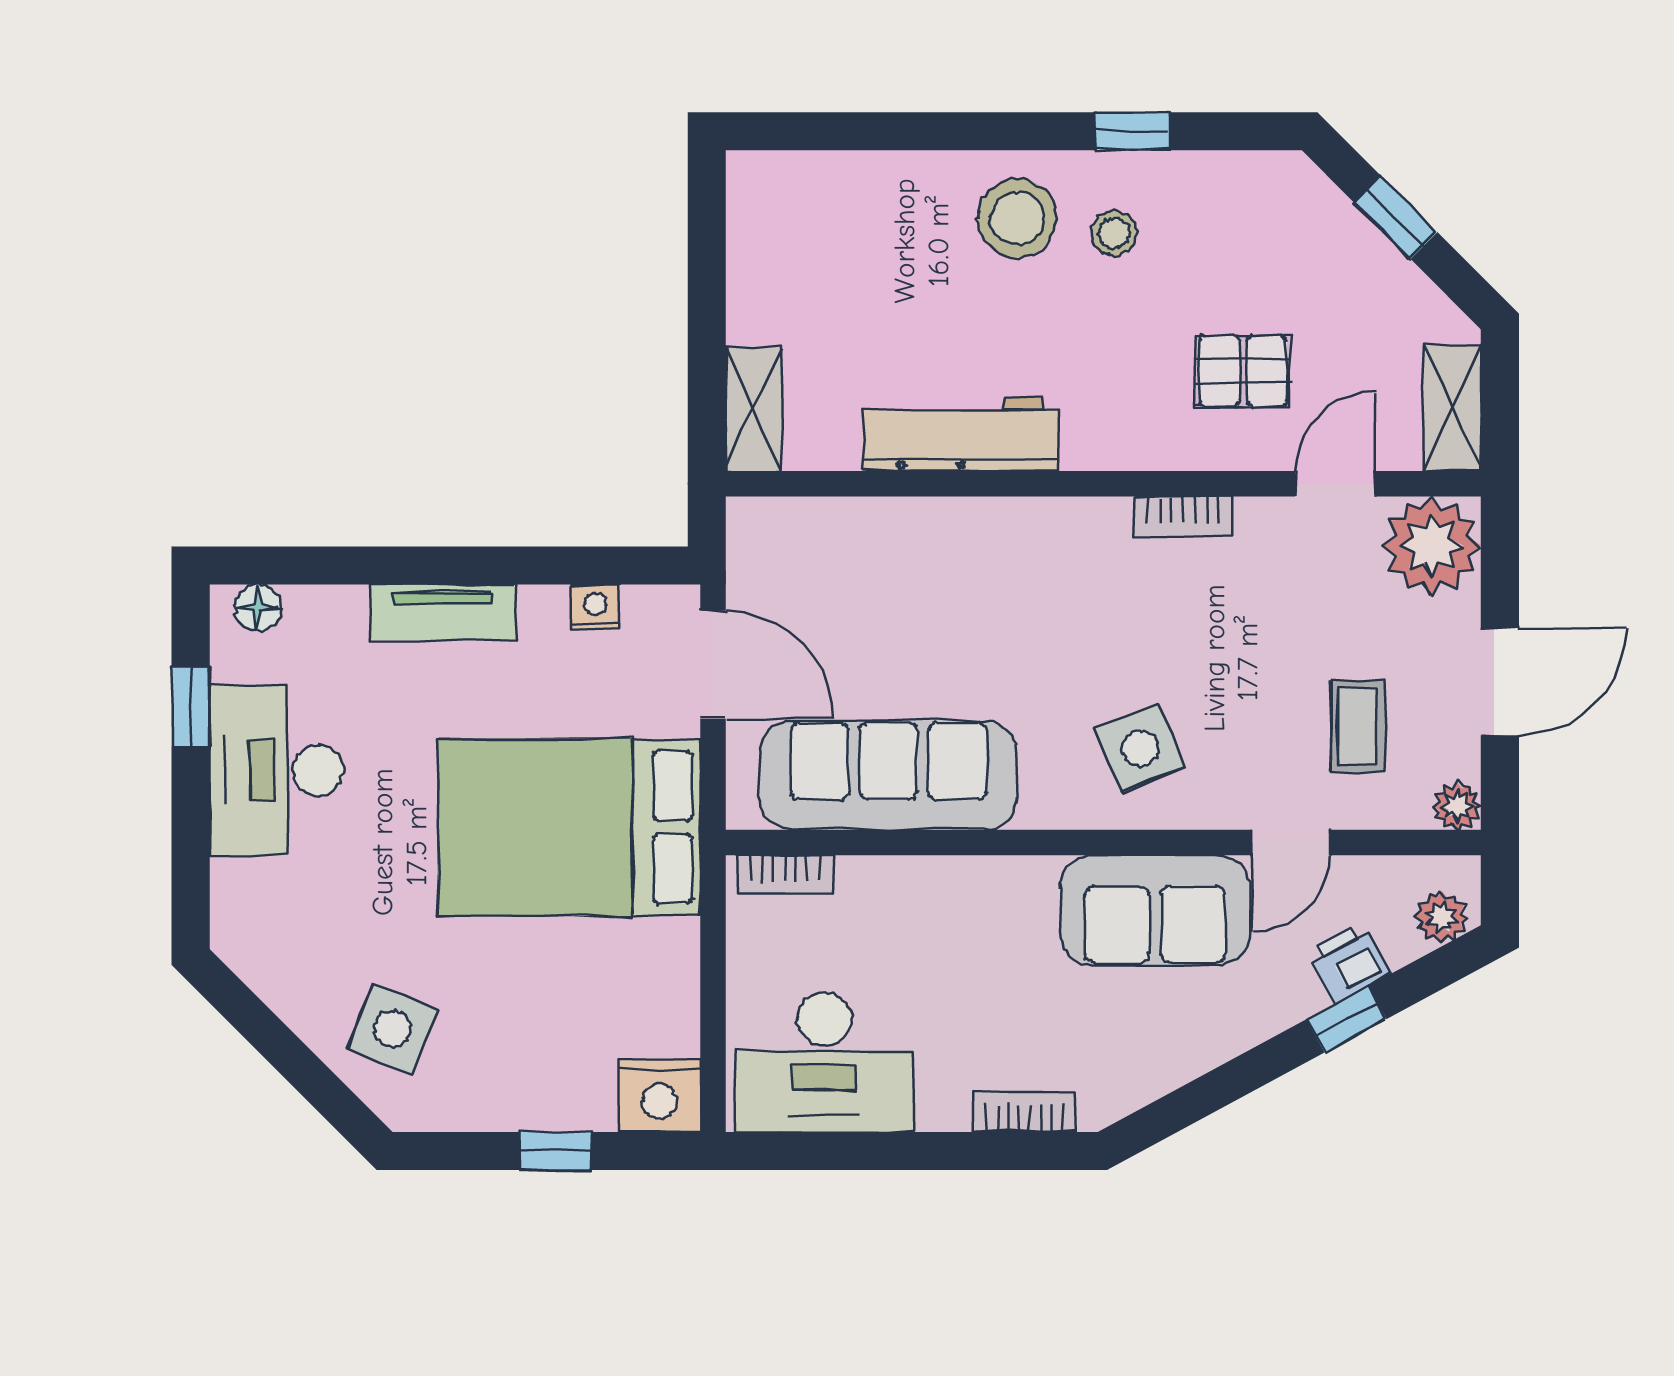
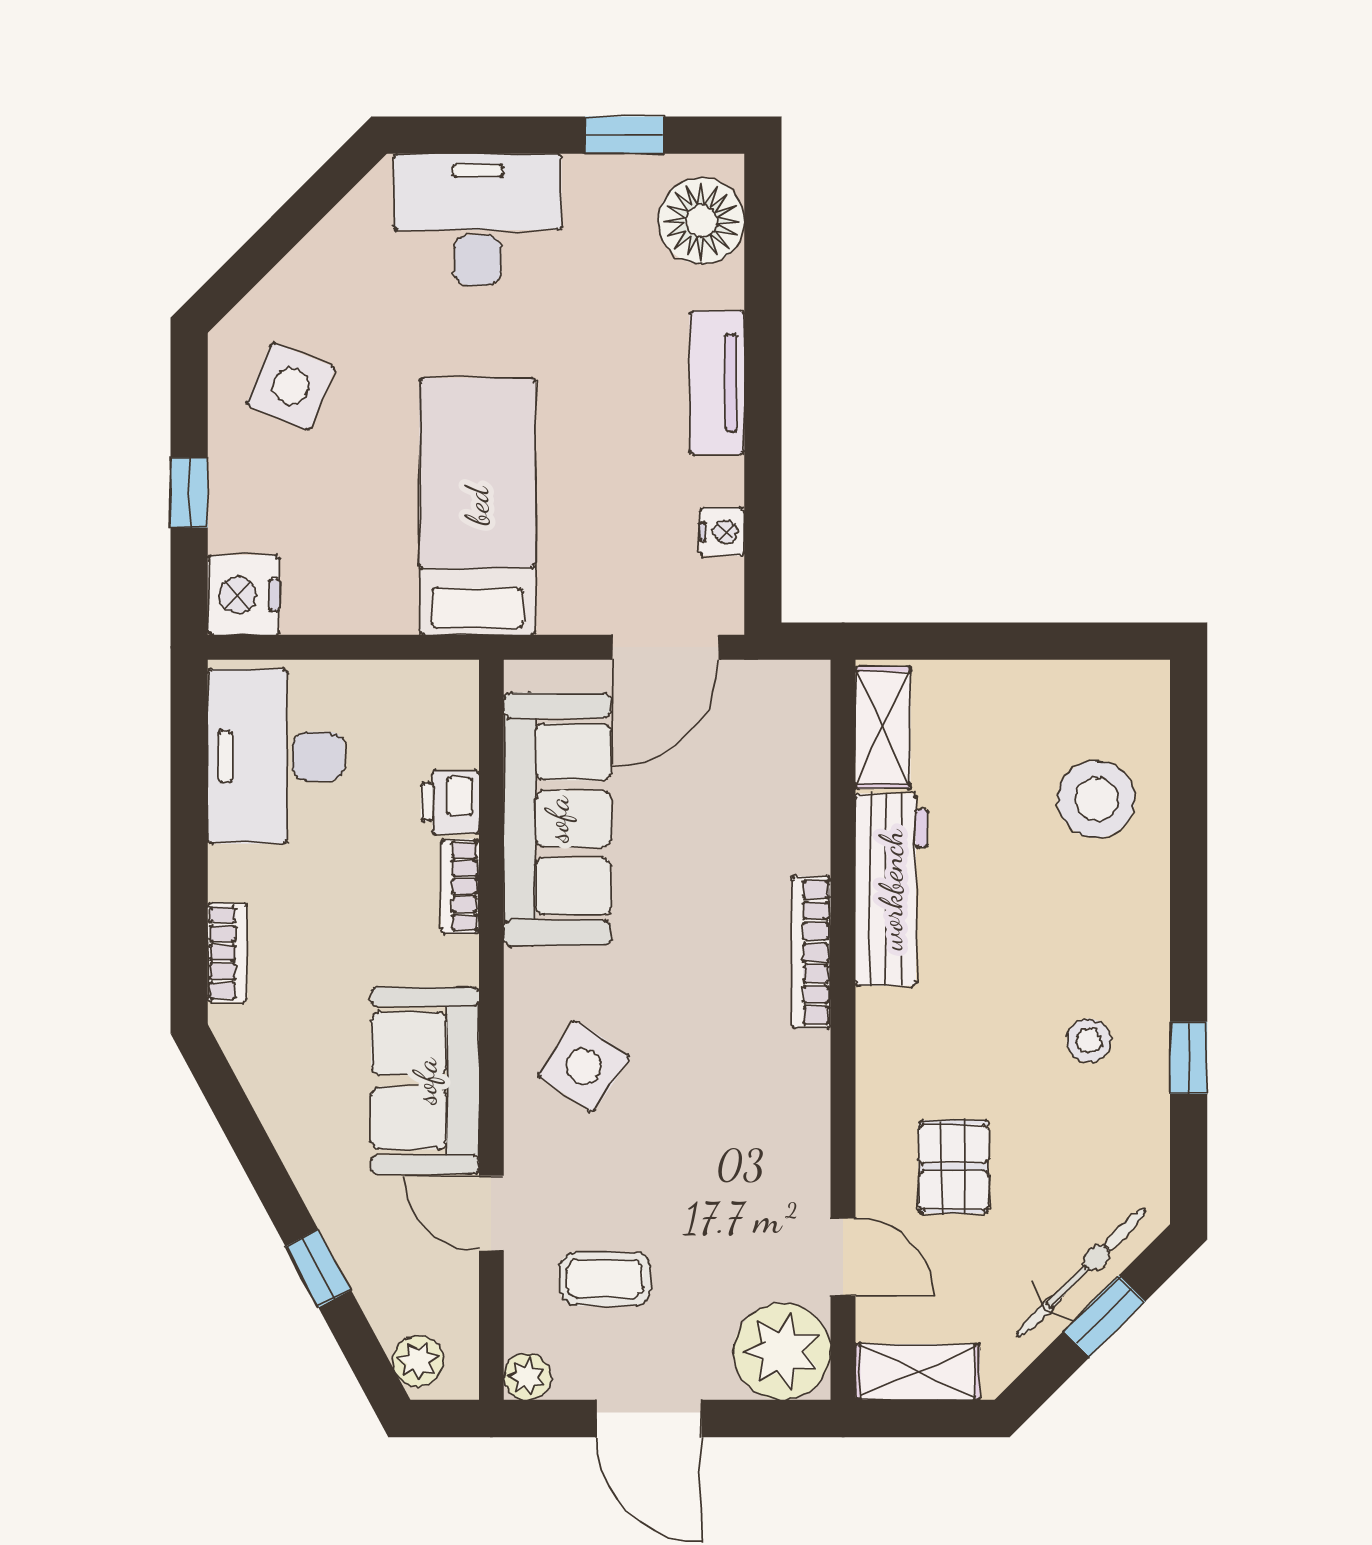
stool: (1017, 218) -> (1096, 799), moved
bicycle: (1351, 240) -> (1082, 1273), added
shelving: (754, 409) -> (883, 728), moved, turned 90
bookcase: (1183, 516) -> (811, 952), moved, width x1.56
floor lamp: (258, 608) -> (701, 221), width x1.89, depth x1.89
side table: (1140, 748) -> (584, 1066), turned -34
desk: (277, 770) -> (478, 219), moved
bed: (569, 827) -> (477, 506), width x0.67
bookcase: (785, 874) -> (460, 886), moved
printer: (1348, 963) -> (450, 802), moved, turned -152
side table: (392, 1029) -> (291, 386), moved

